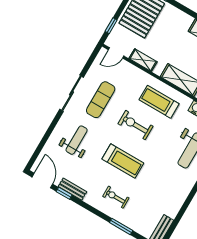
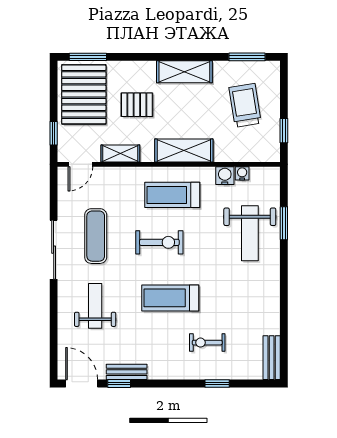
pallet: (169, 37) -> (137, 105), added
exercise bike: (135, 125) -> (159, 242), turned 180
treadmill: (123, 161) -> (170, 298), turned 180
exercise bike: (116, 197) -> (207, 343), moved
window: (121, 227) -> (217, 383), width x0.67

